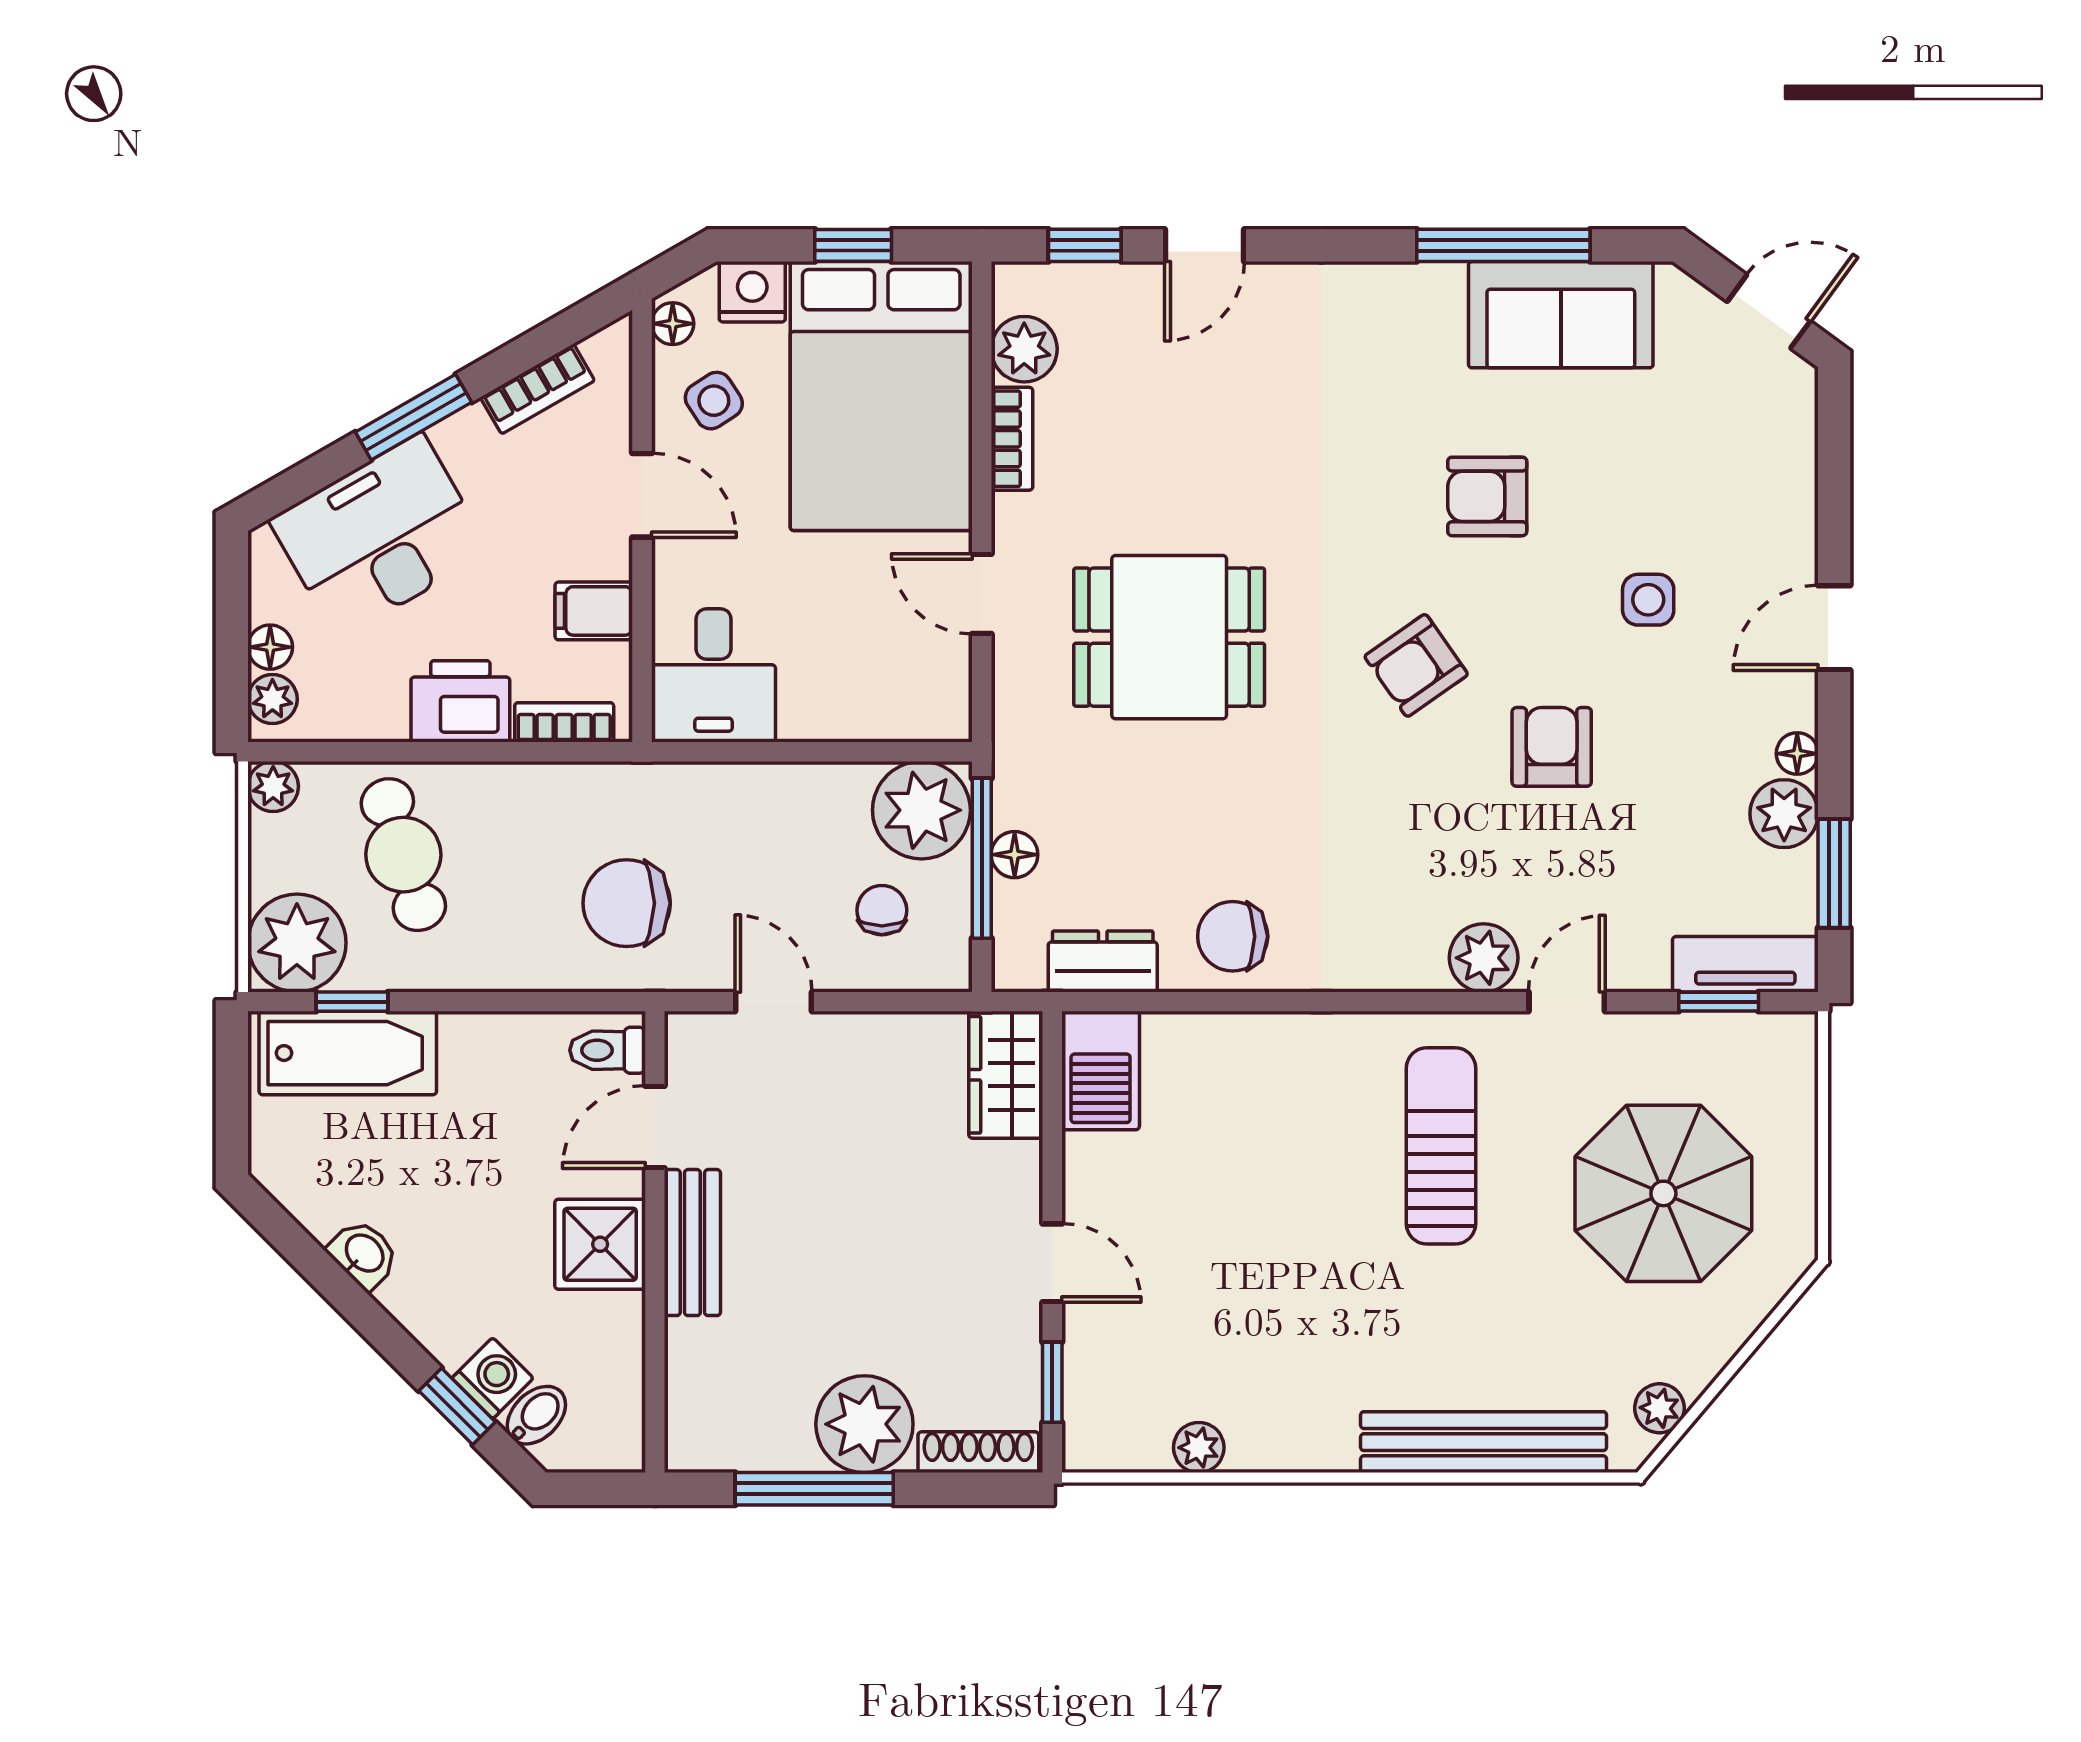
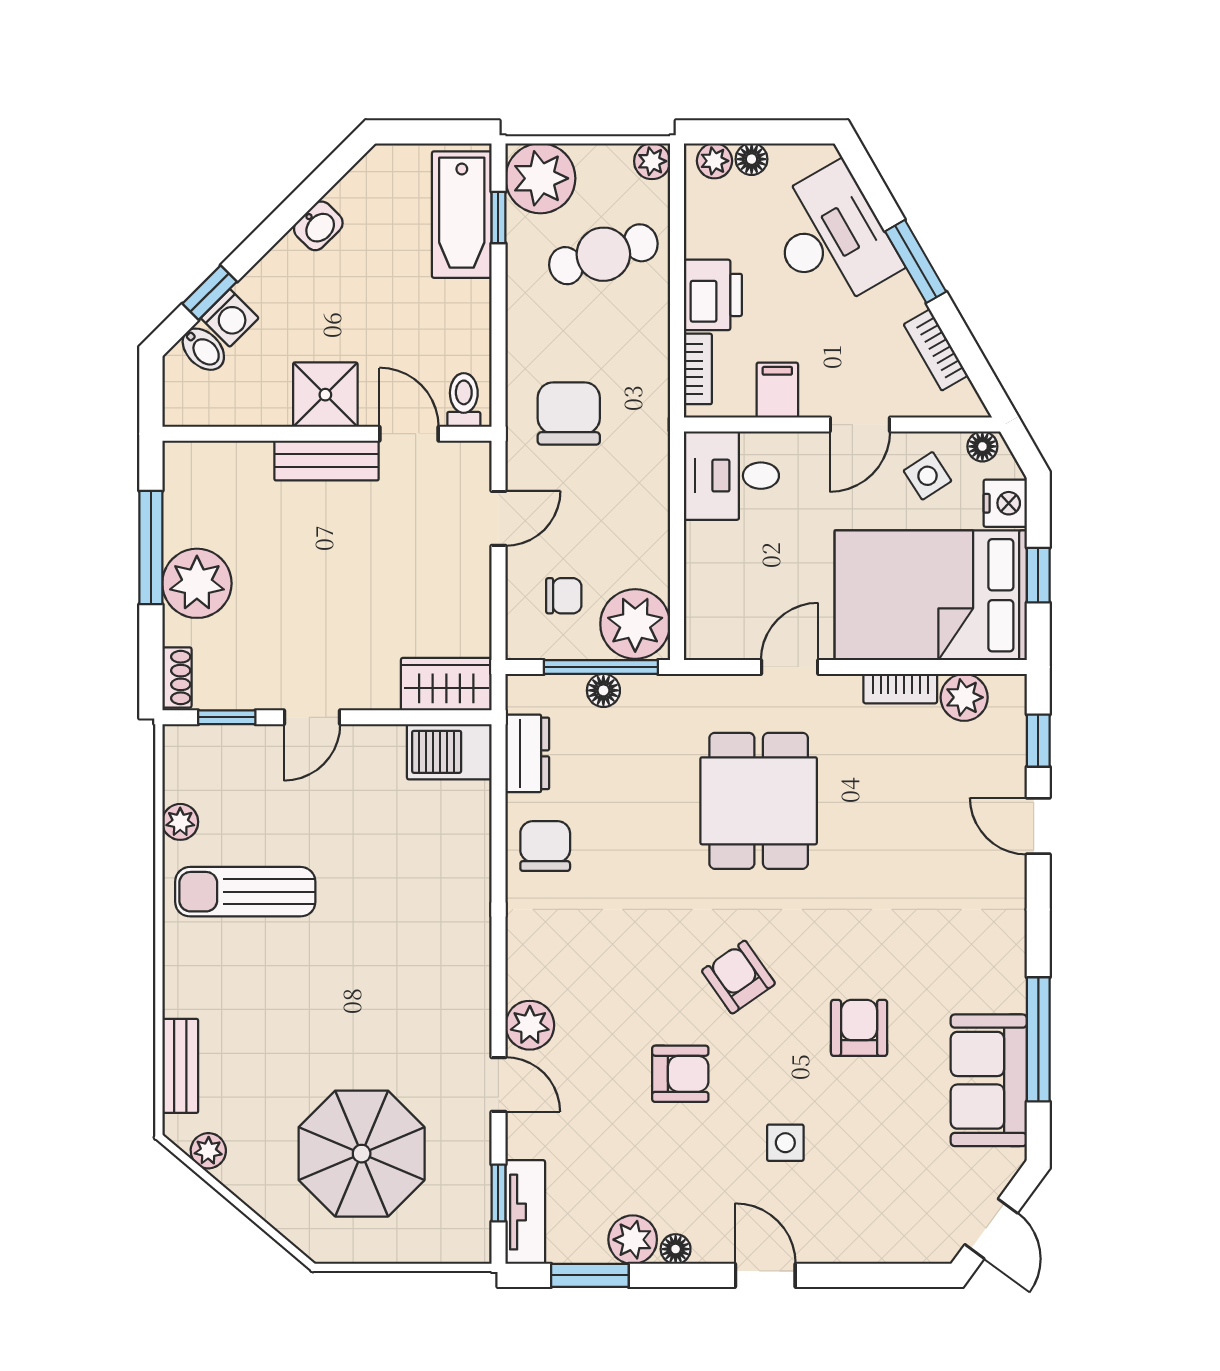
sun lounger: (1441, 1146) -> (245, 892), moved, turned 180
bench: (1484, 1442) -> (180, 1066), width x0.54, depth x0.82
shoe rack: (978, 1452) -> (177, 677), width x0.70

